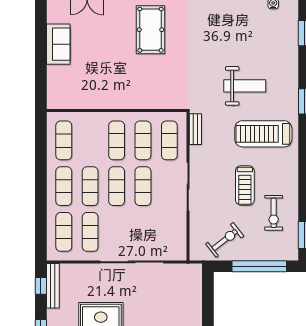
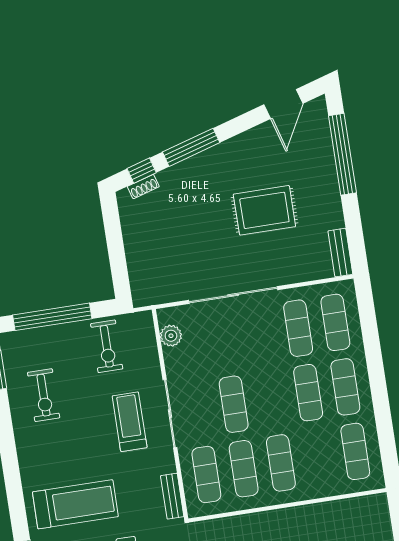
treadmill: (245, 185) -> (130, 422), moved
exercise mat: (117, 186) -> (271, 398), removed
exercise bike: (274, 213) -> (44, 395), turned 180
plant: (179, 240) -> (171, 336), added
exercise bike: (225, 240) -> (107, 346), turned -52
window: (41, 286) -> (356, 241), removed
bench: (53, 286) -> (340, 253), width x0.73

